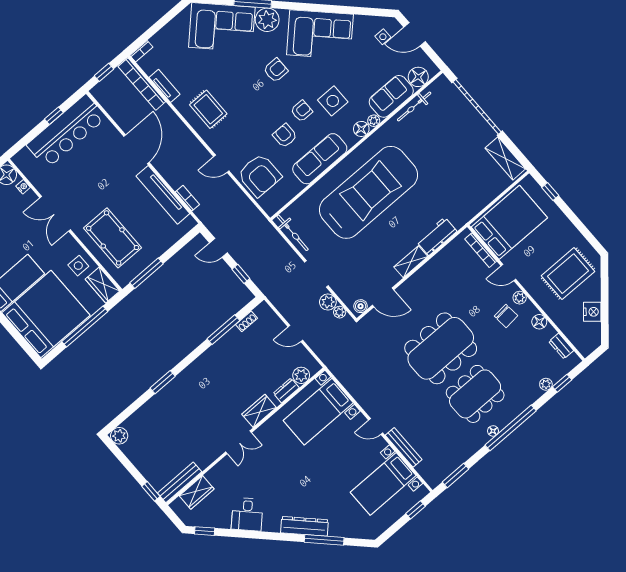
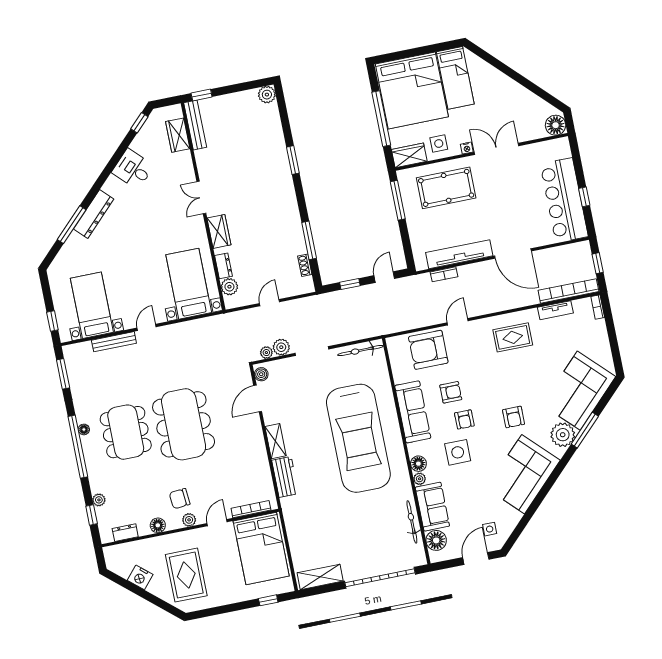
nightstand: (23, 187) -> (467, 148), moved

